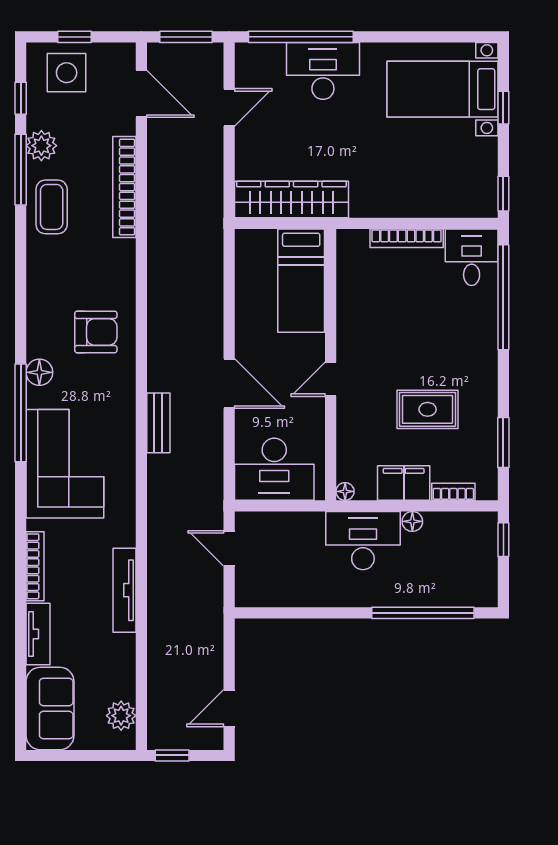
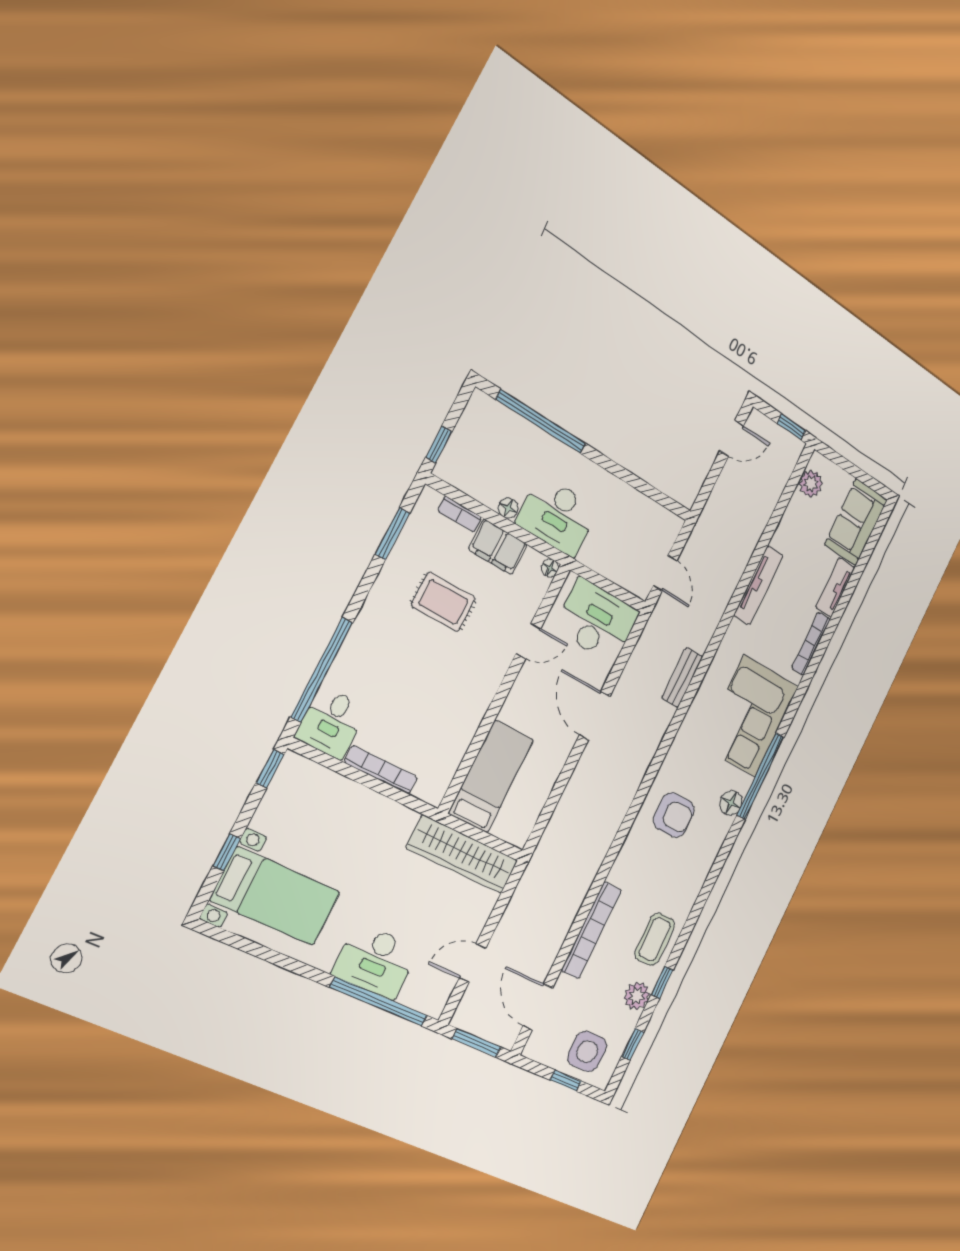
window: (21, 170) -> (662, 982), width x0.46
armchair: (96, 332) -> (674, 815), turned 180
door: (331, 379) -> (528, 641), moved
bench: (158, 423) -> (682, 677), moved

